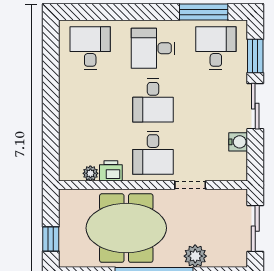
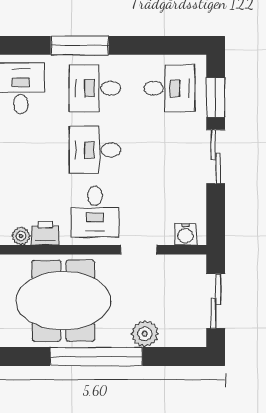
window: (204, 12) -> (80, 45), moved
desk: (216, 48) -> (169, 88), turned 90
desk: (153, 100) -> (95, 150), turned 90
water cooler: (238, 142) -> (186, 234), moved, turned 90

